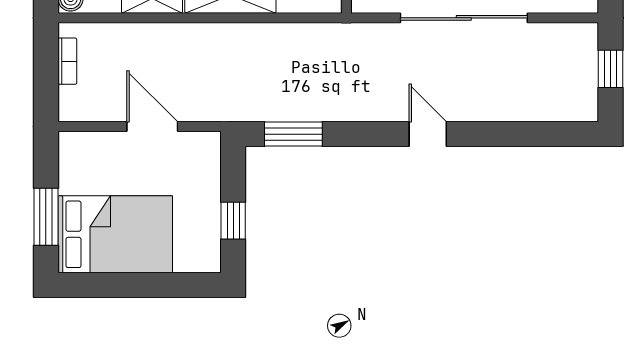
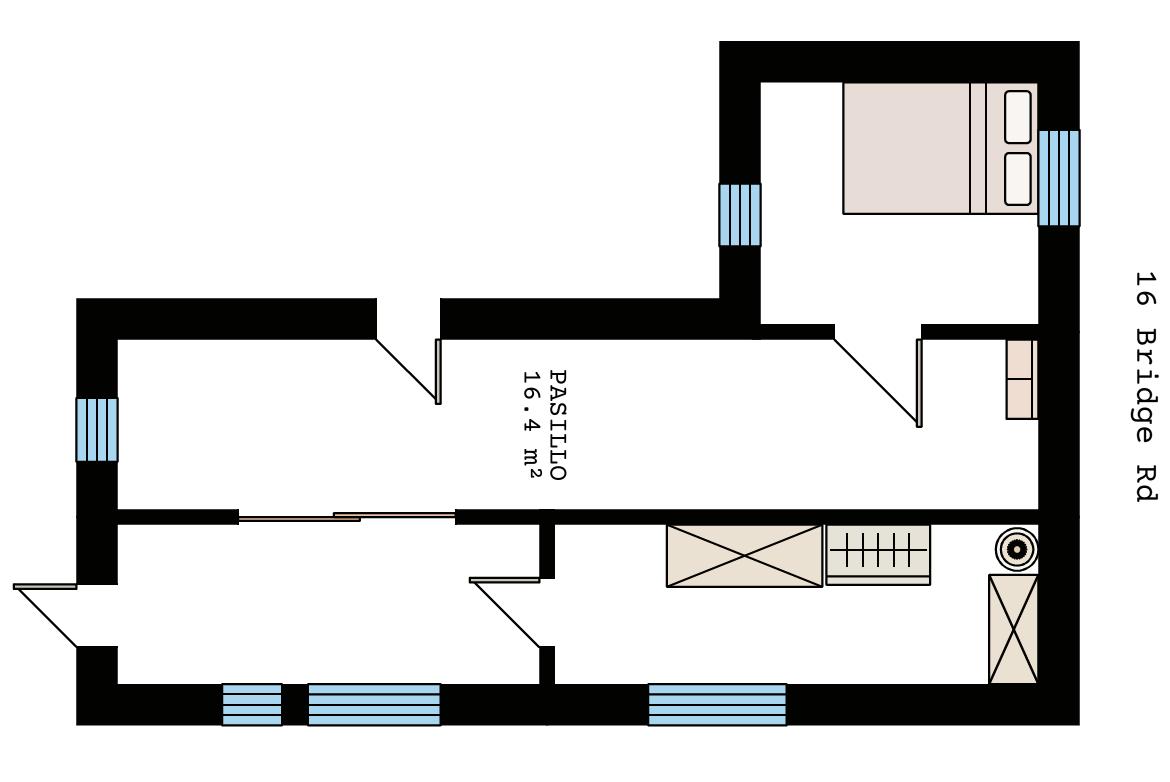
bookcase: (67, 61) -> (1022, 379), moved
window: (293, 134) -> (637, 319), removed
window: (233, 221) -> (740, 215), moved

